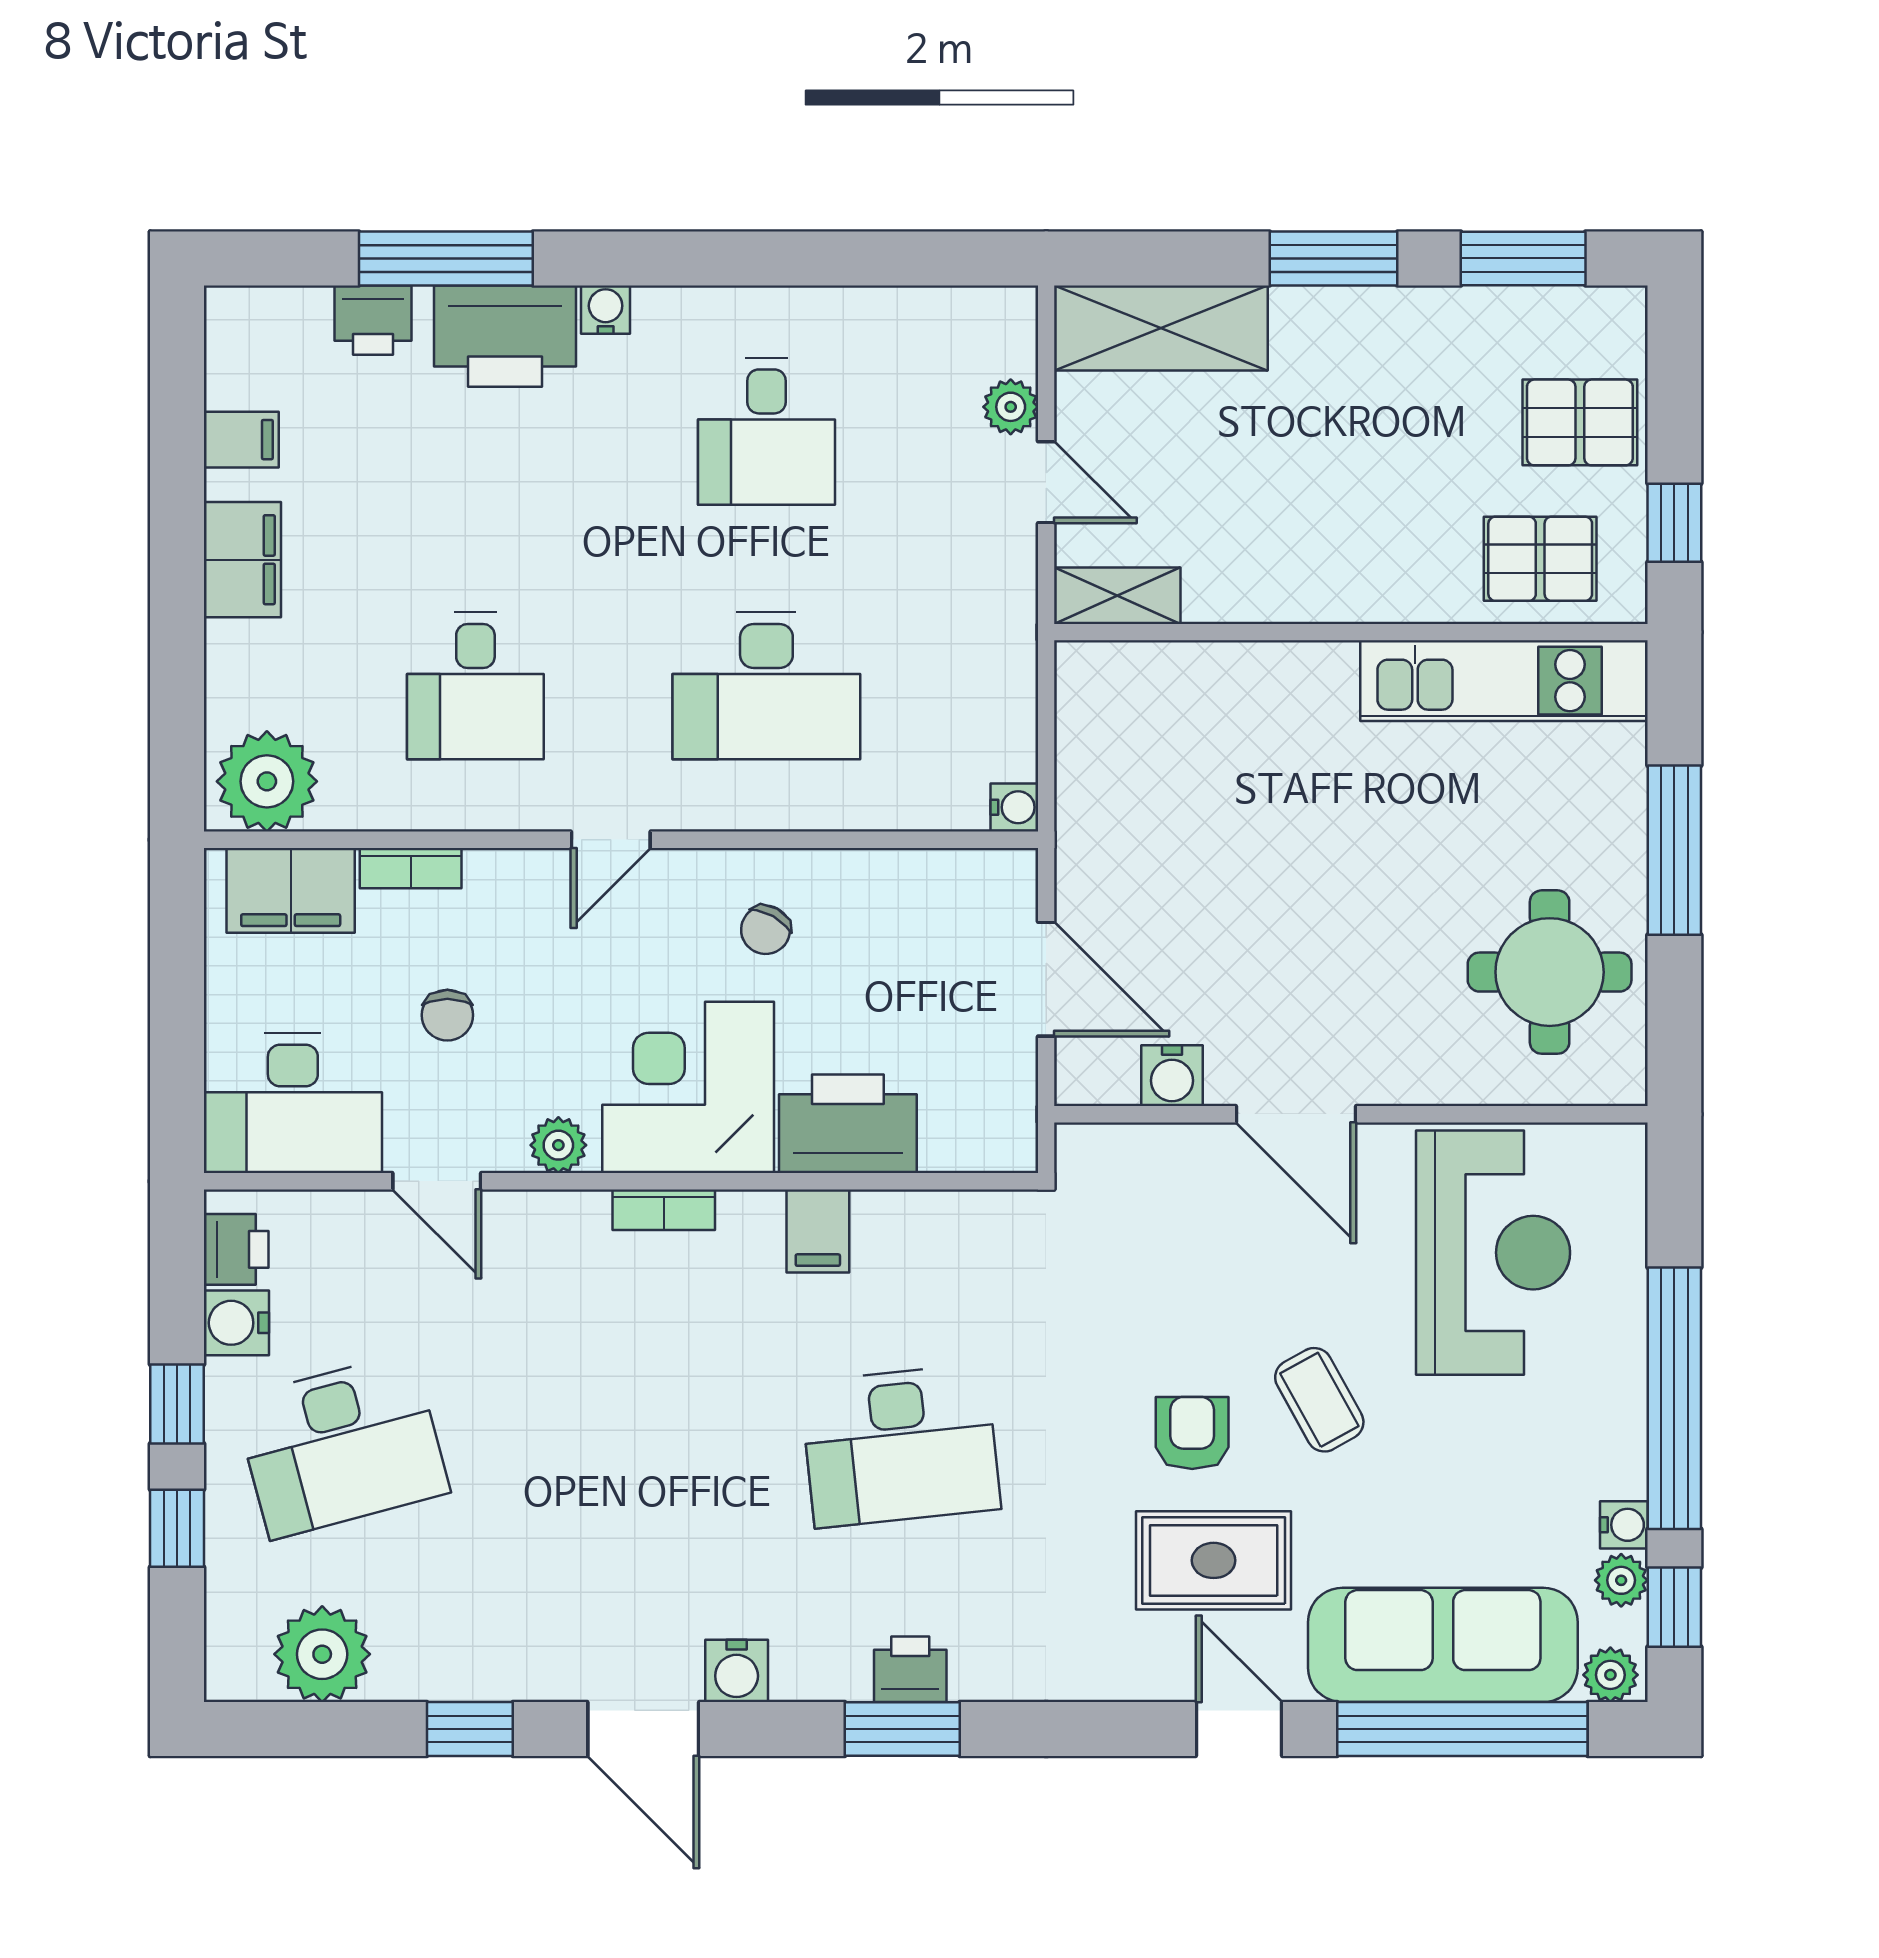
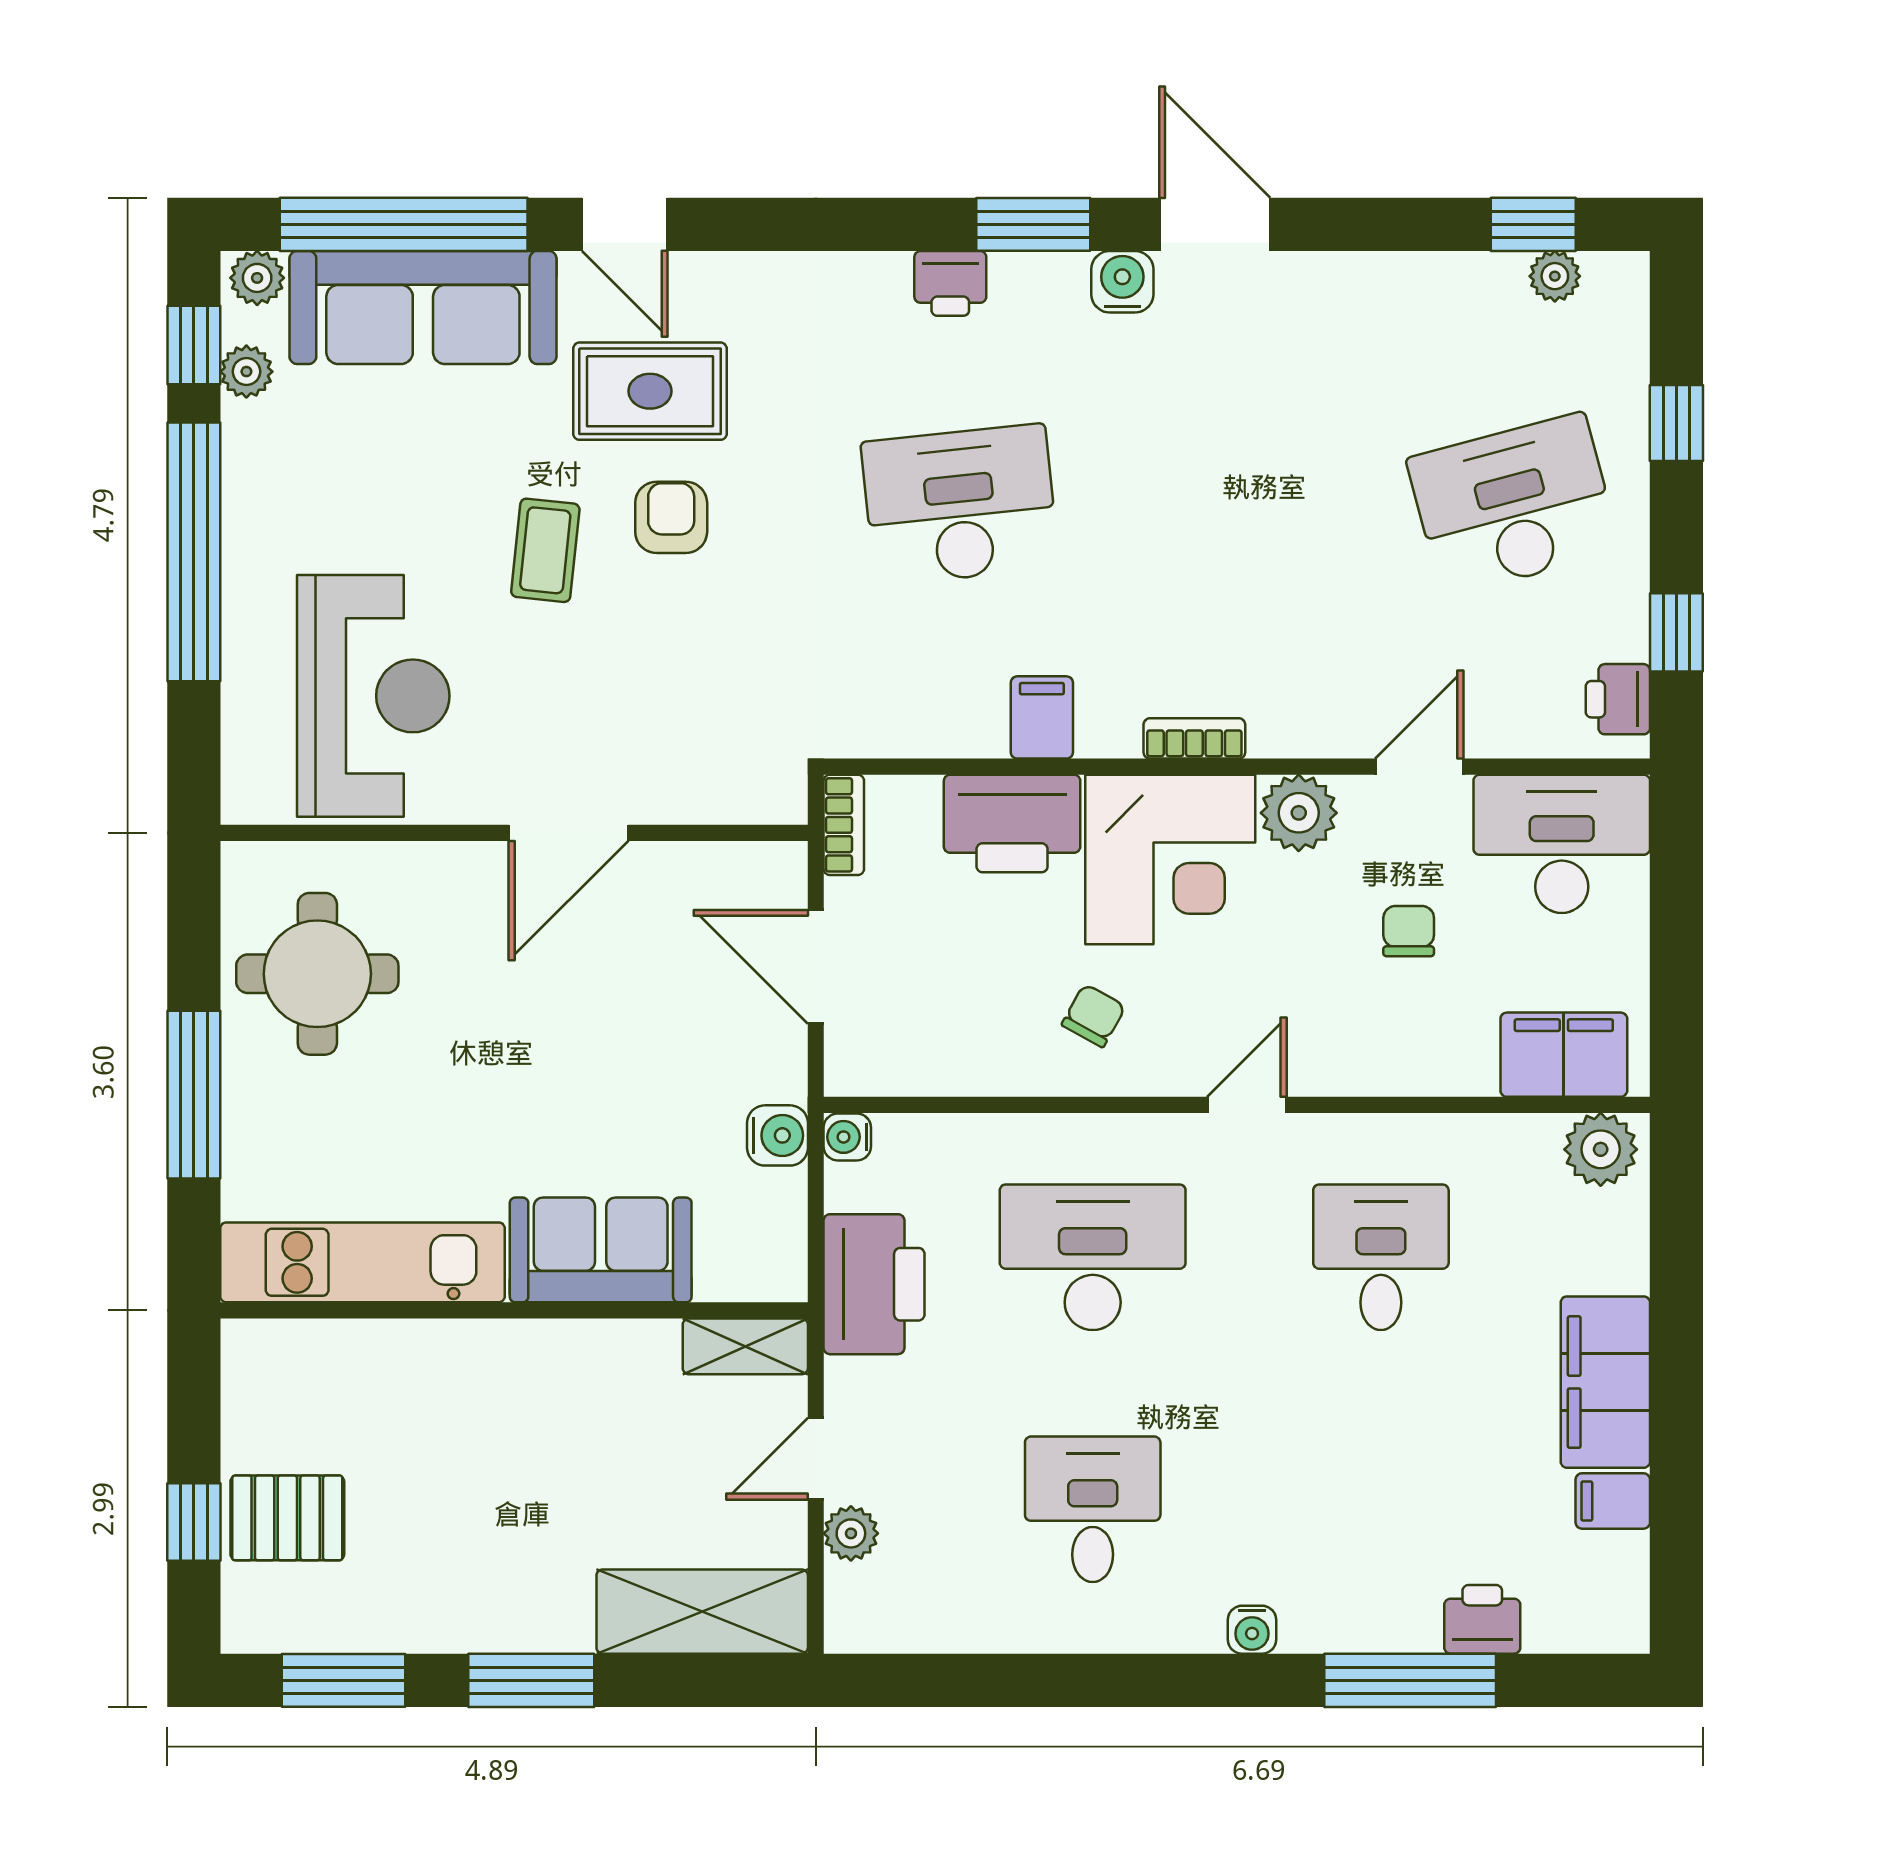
printer: (505, 336) -> (874, 1284), moved, turned 90
door: (1046, 482) -> (816, 1459), hinge flipped
window: (1674, 523) -> (194, 1522), moved
pallet: (1540, 559) -> (327, 1383), removed
filing cabinet: (242, 560) -> (1605, 1382), width x1.50, depth x1.17
sofa: (1263, 693) -> (601, 1250), added
plant: (267, 781) -> (1601, 1149), width x0.73, depth x0.73
bookcase: (411, 868) -> (844, 825), moved, turned 90
water cooler: (1172, 1076) -> (777, 1135), moved, turned 90
door: (1296, 1114) -> (568, 833), swing flipped
plant: (558, 1145) -> (1299, 813), width x1.38, depth x1.38
door: (437, 1181) -> (1419, 767), hinge flipped
reception desk: (1493, 1253) -> (373, 696), turned 180
water cooler: (236, 1323) -> (1618, 626), removed
coffee table: (1319, 1400) -> (545, 550), turned 35
window: (177, 1404) -> (1676, 632), moved
armchair: (1192, 1433) -> (671, 517), turned 180
water cooler: (1624, 1525) -> (244, 426), removed
plant: (322, 1654) -> (1555, 276), width x0.53, depth x0.53
window: (470, 1729) -> (1533, 224), moved
window: (902, 1729) -> (1033, 224), moved

